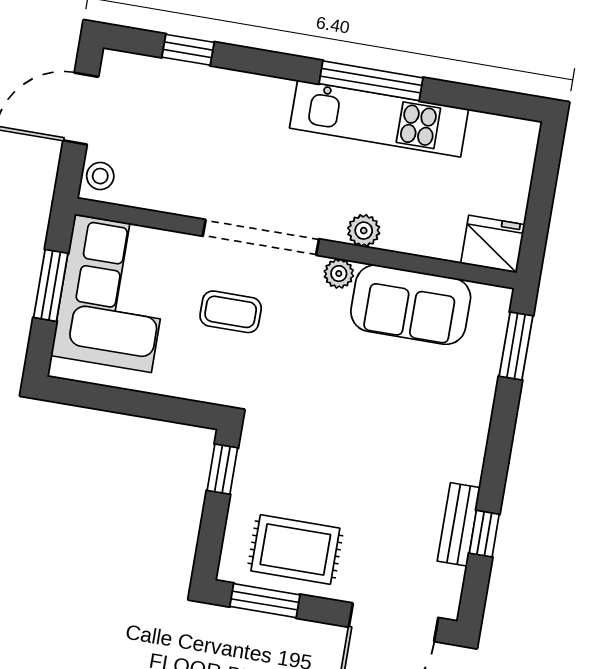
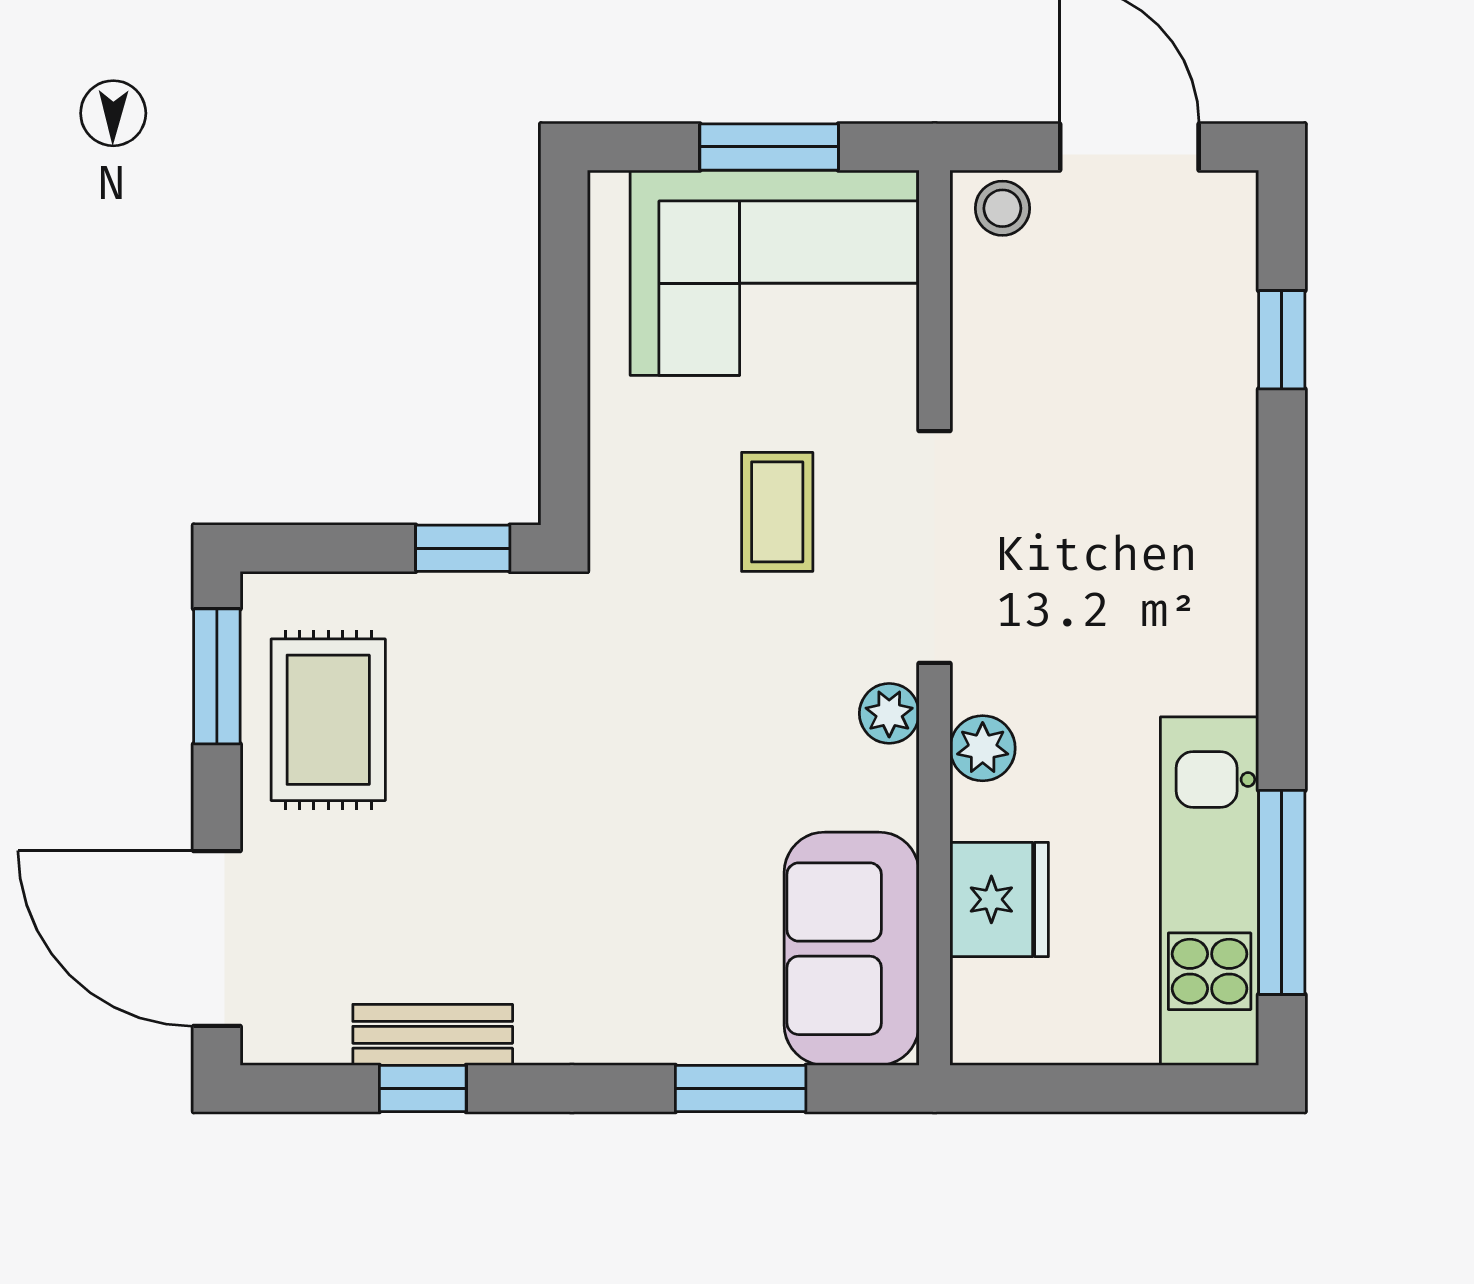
window: (371, 81) -> (1282, 892), moved
kitchen unit: (379, 119) -> (1210, 891), moved
fridge: (493, 244) -> (999, 899), moved
sofa: (411, 305) -> (852, 949), moved
window: (516, 346) -> (741, 1088), moved

